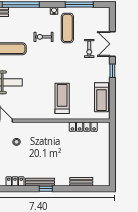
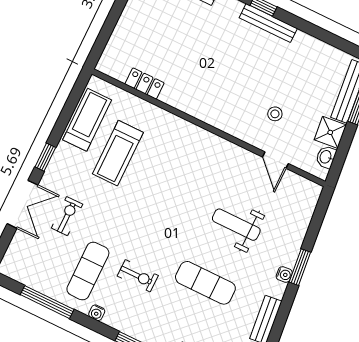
treadmill: (62, 98) -> (118, 153), moved
locker: (83, 127) -> (144, 84), width x0.66
locker: (15, 181) -> (311, 45), removed

